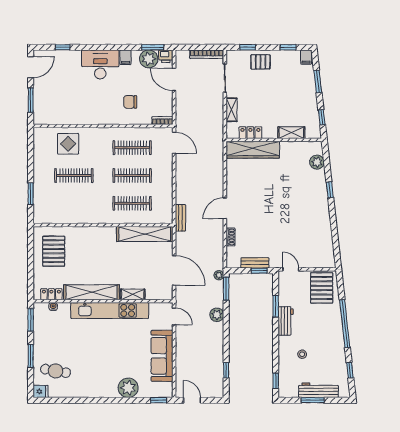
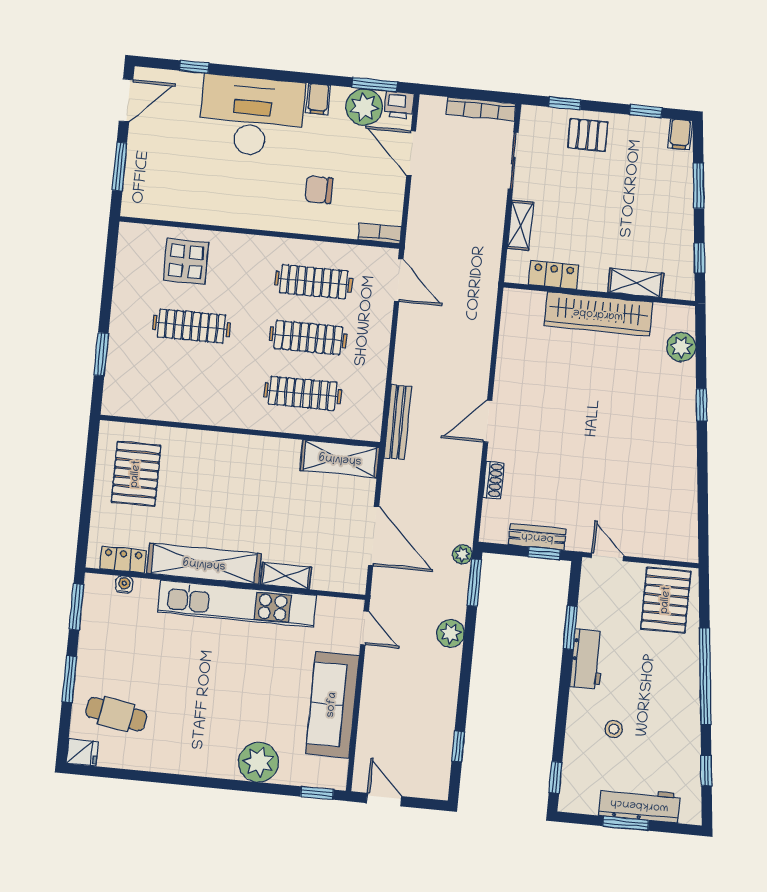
desk: (100, 64) -> (252, 116), width x1.36, depth x1.30
wardrobe: (253, 150) -> (598, 314), moved
bench: (180, 218) -> (398, 422), width x1.36
shelving: (145, 234) -> (340, 459), width x0.68

